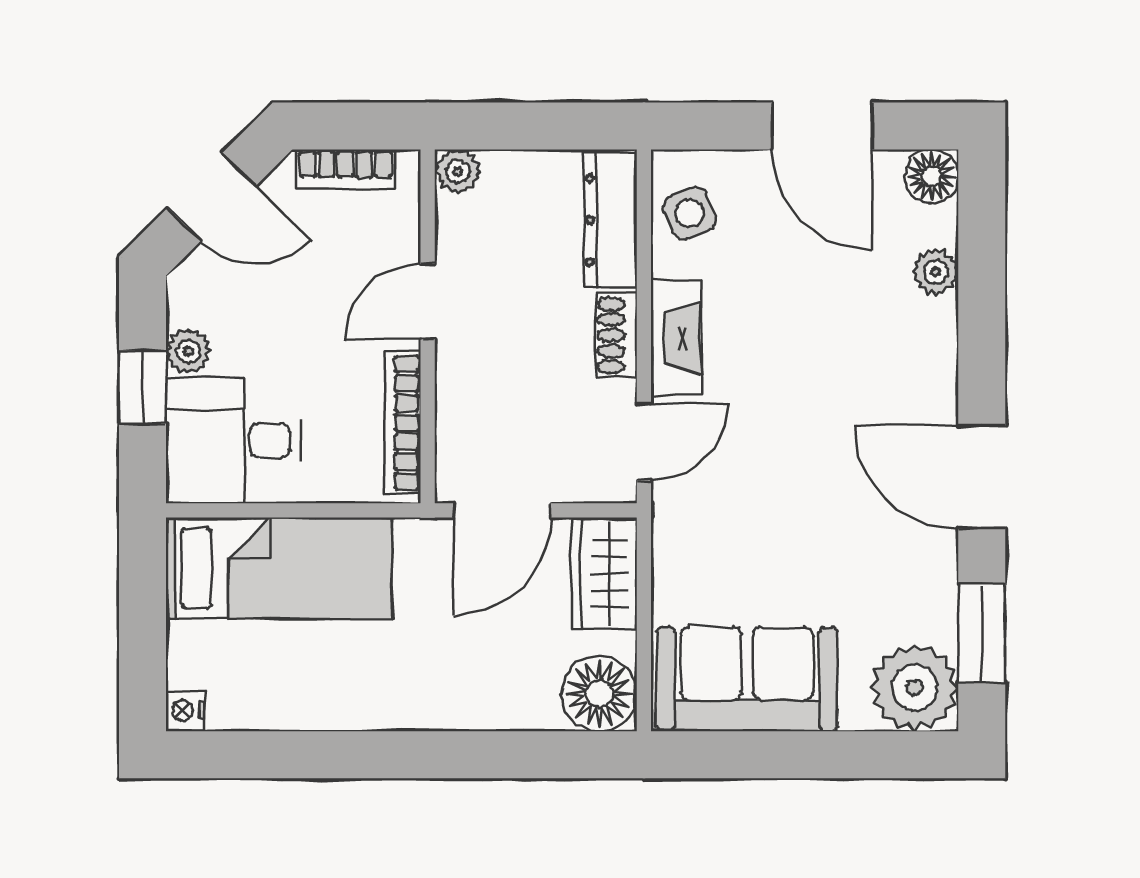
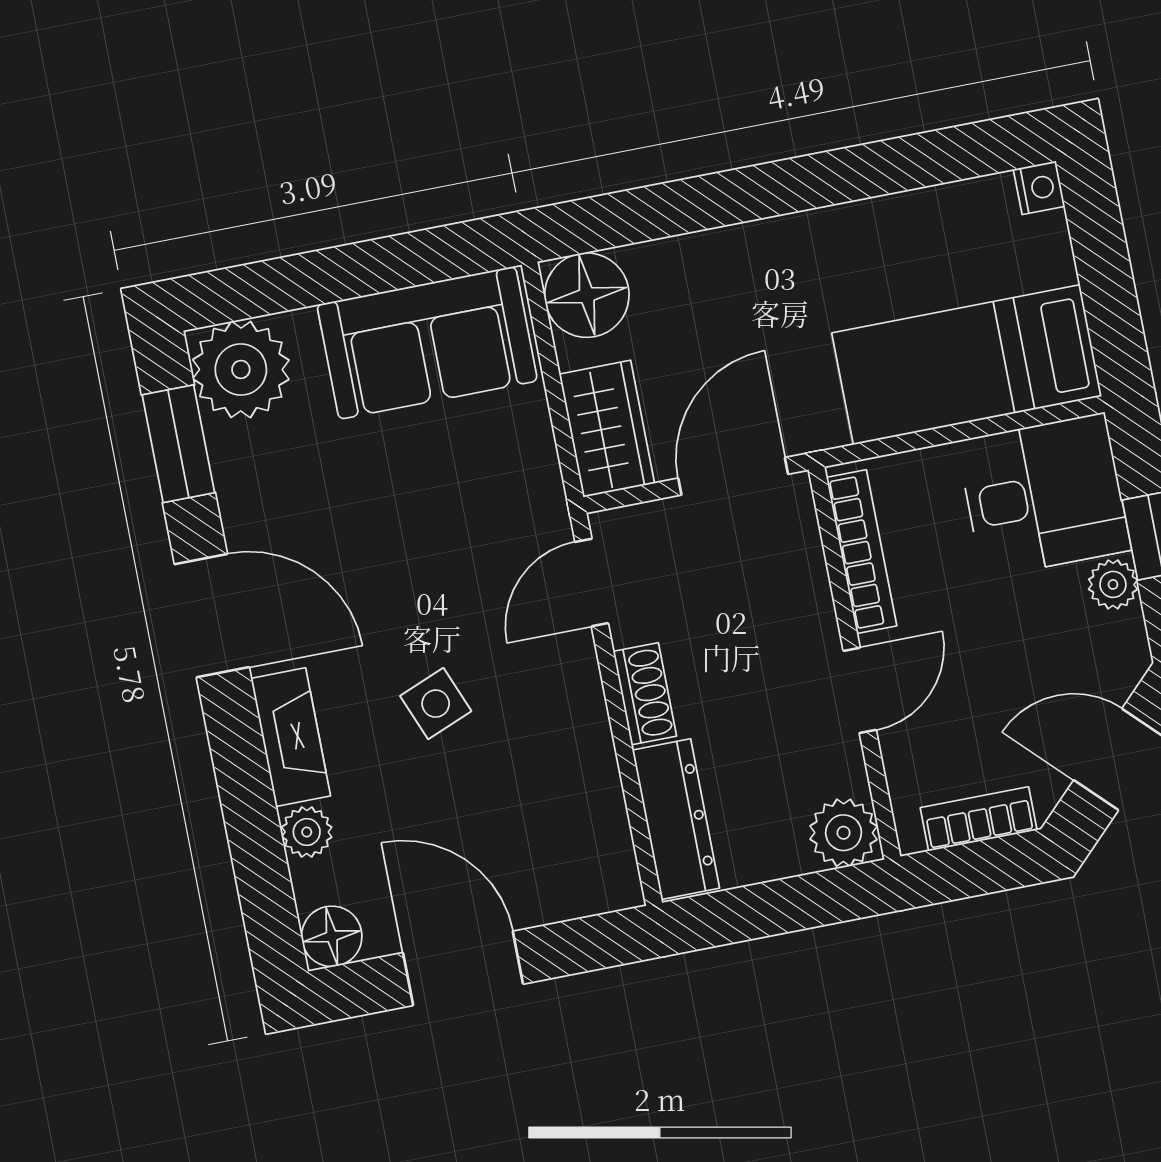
plant: (458, 172) -> (844, 833), width x1.38, depth x1.38
side table: (689, 213) -> (436, 704), moved
fireplace: (676, 338) -> (291, 737), moved, turned 180

